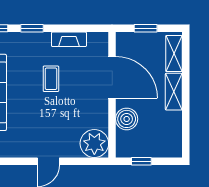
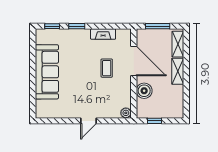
window: (146, 28) -> (158, 26), width x1.50
coffee table: (51, 79) -> (107, 68), moved
plant: (94, 143) -> (126, 113), width x0.53, depth x0.53

